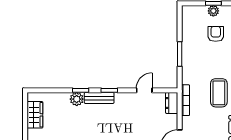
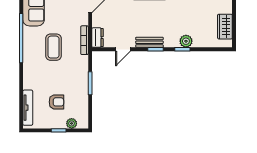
plant: (213, 11) -> (72, 123), moved
armchair: (216, 34) -> (56, 102), turned -90
bench: (99, 98) -> (149, 42), moved

